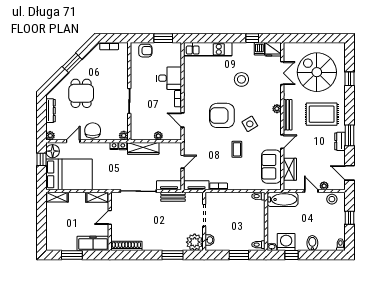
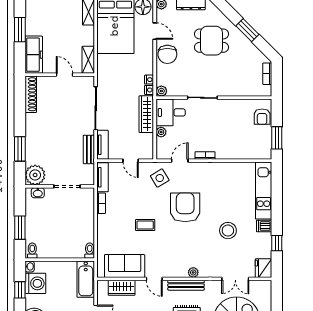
dishwasher: (259, 49) -> (264, 226), moved
desk: (169, 78) -> (171, 112), moved, turned 90
side table: (250, 124) -> (160, 178), moved
chair: (93, 131) -> (167, 54), turned 90

